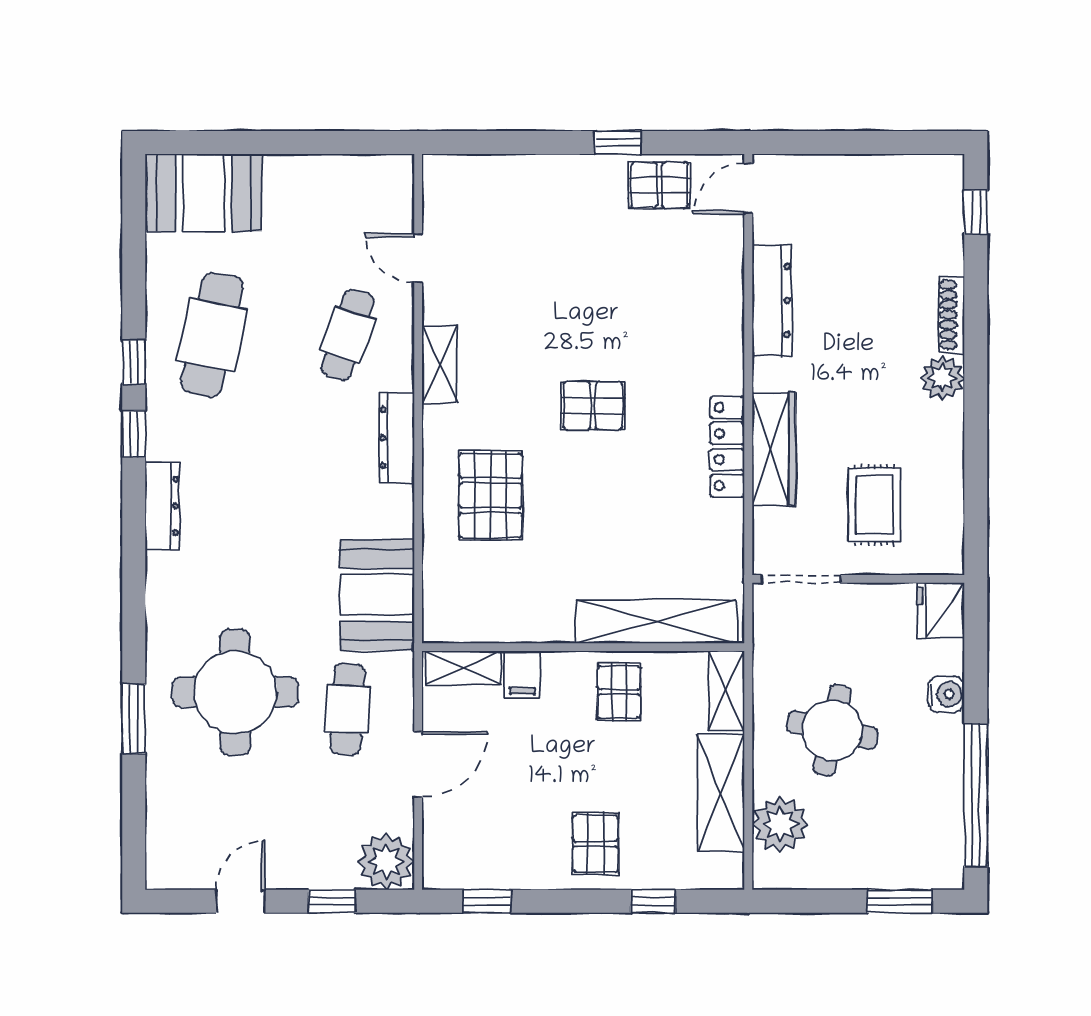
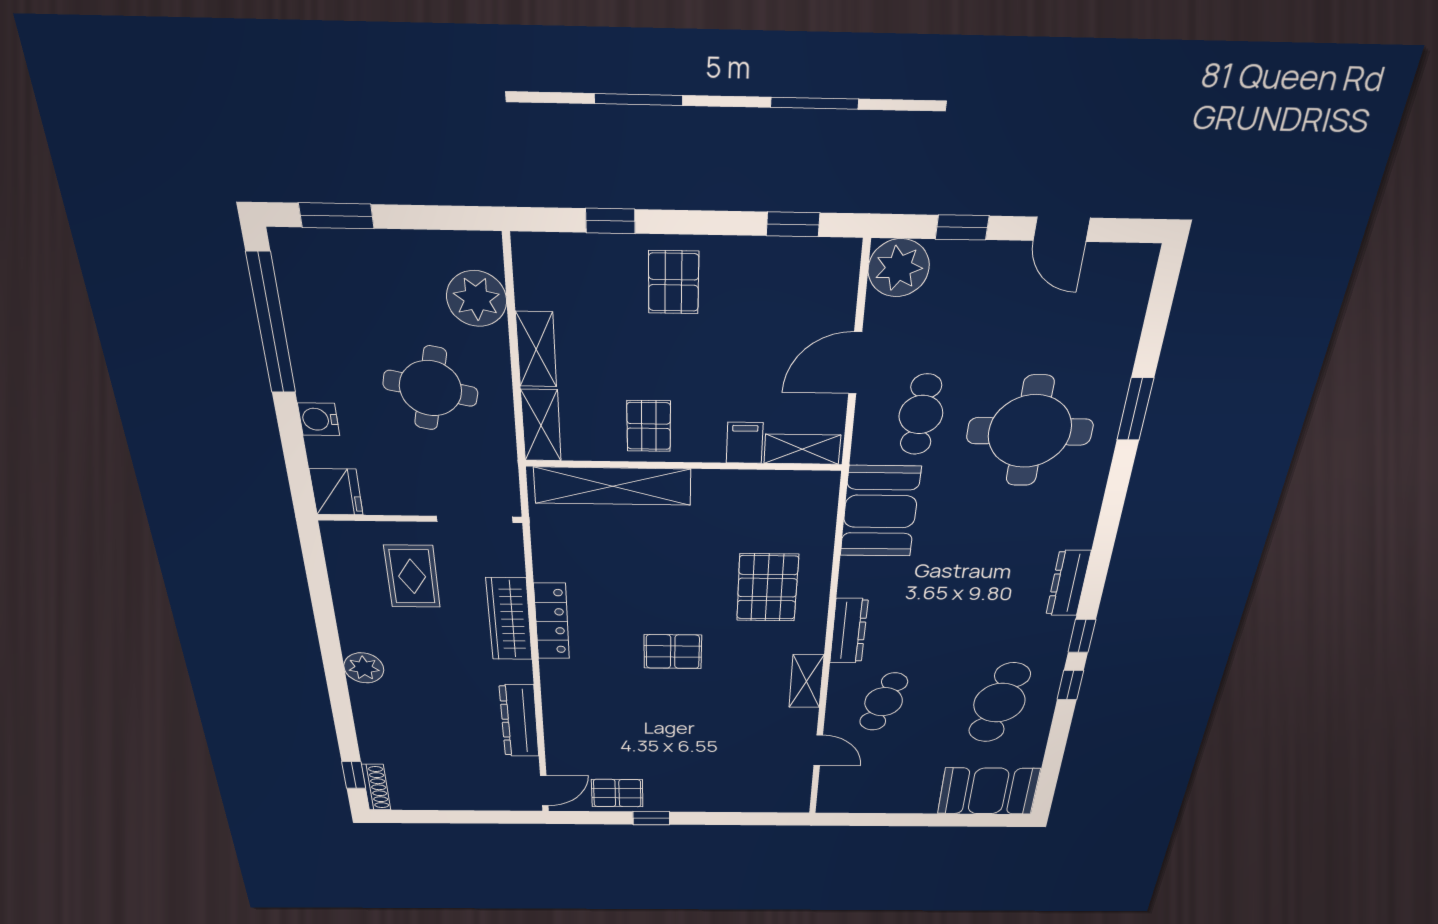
shoe rack: (951, 315) -> (376, 787), moved
shelving: (721, 793) -> (536, 349), width x0.67, depth x0.75
door: (241, 901) -> (1062, 229), hinge flipped

